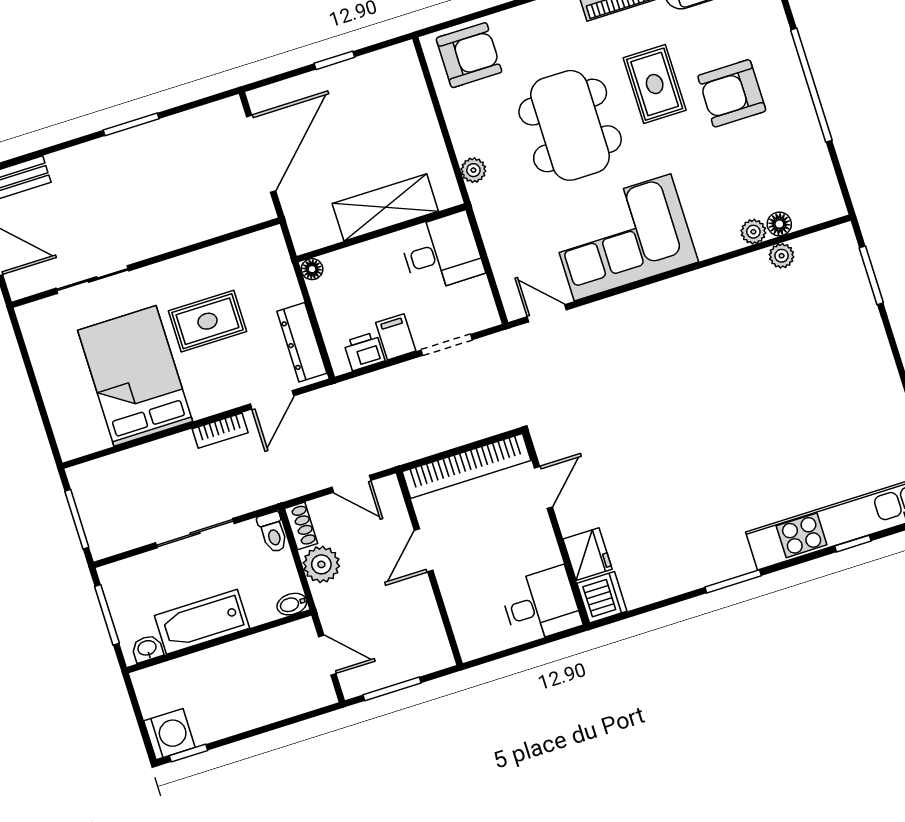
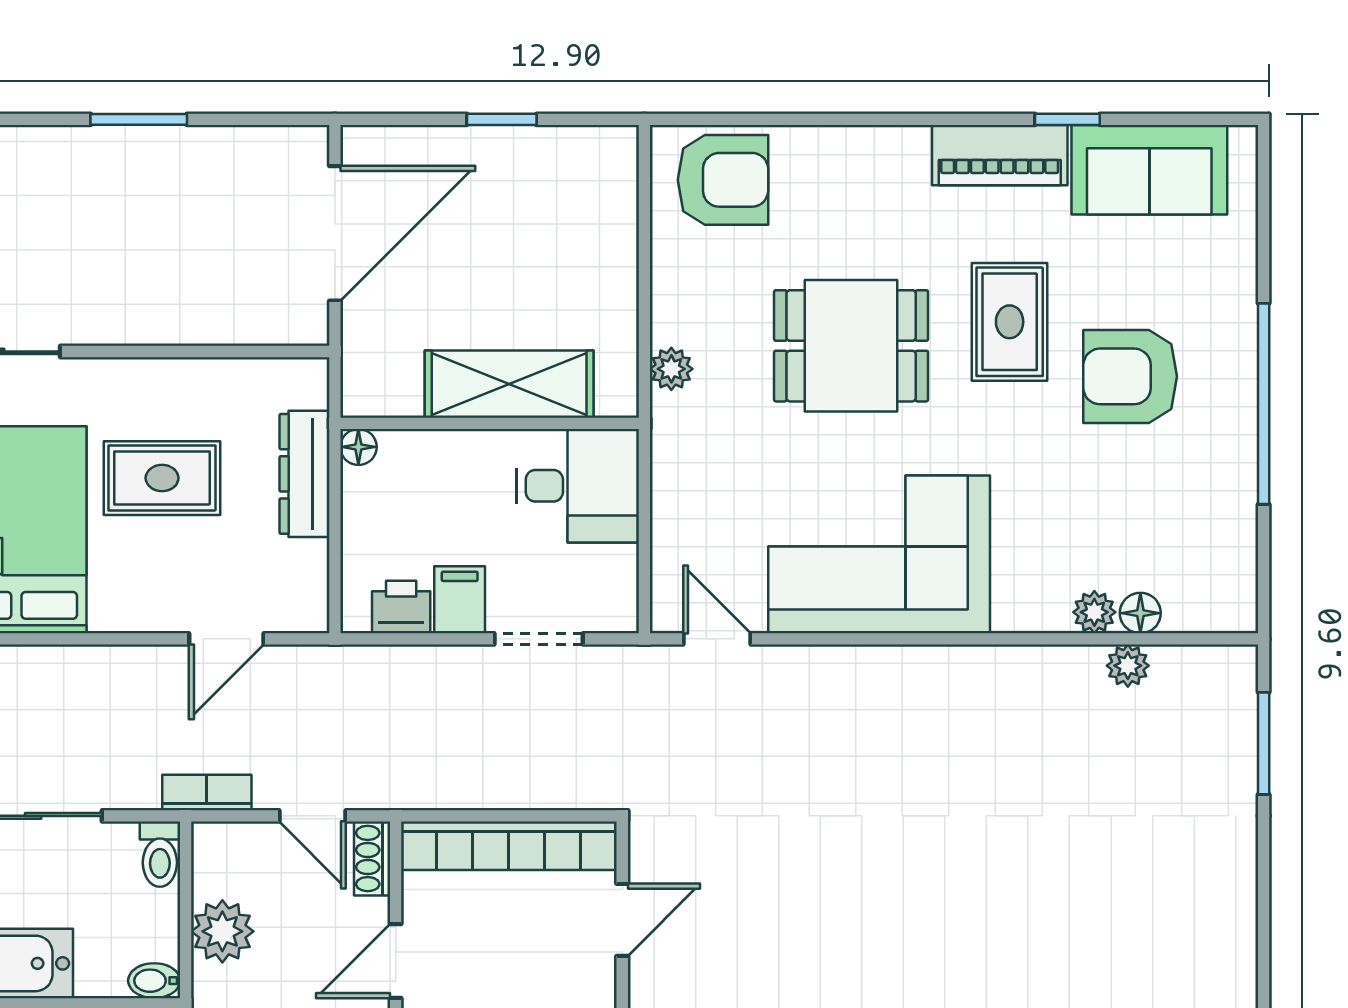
dining table: (570, 125) -> (851, 346), width x0.73
dresser: (302, 342) -> (304, 474), moved
bookcase: (220, 431) -> (207, 793), moved, turned 180
shoe rack: (301, 526) -> (372, 858), moved, turned 180

